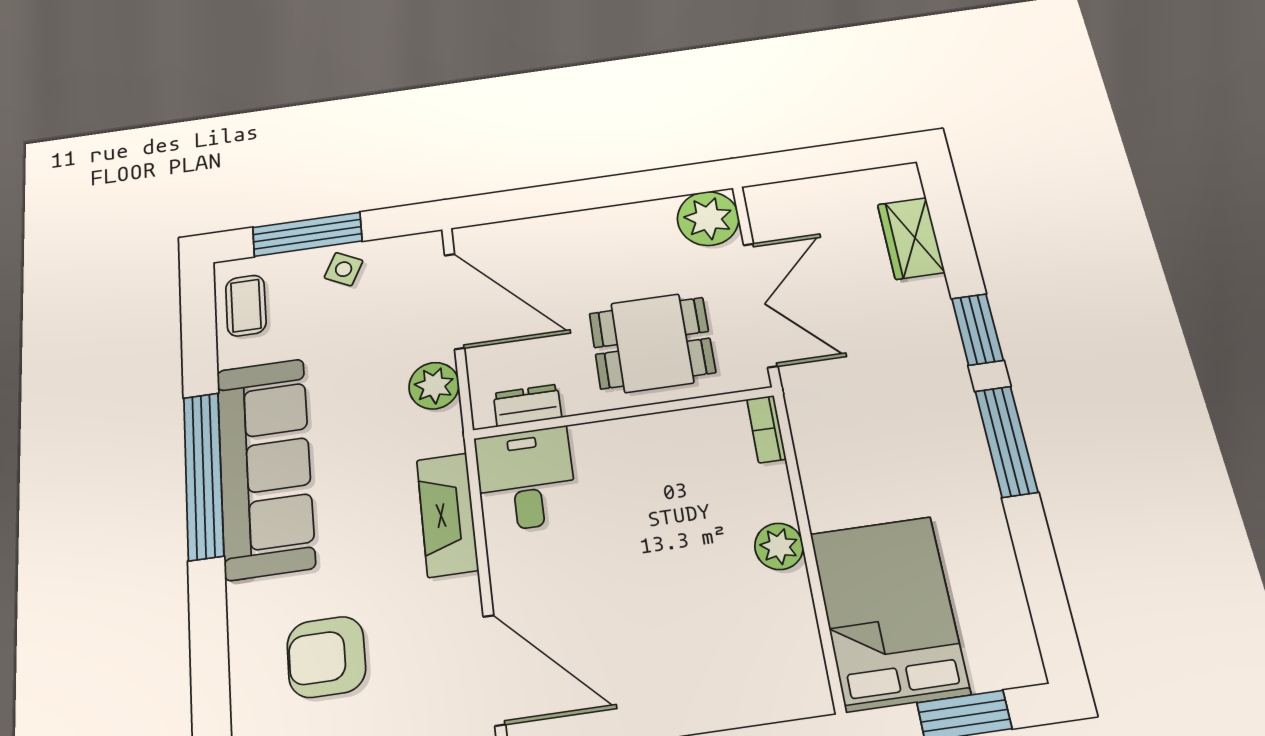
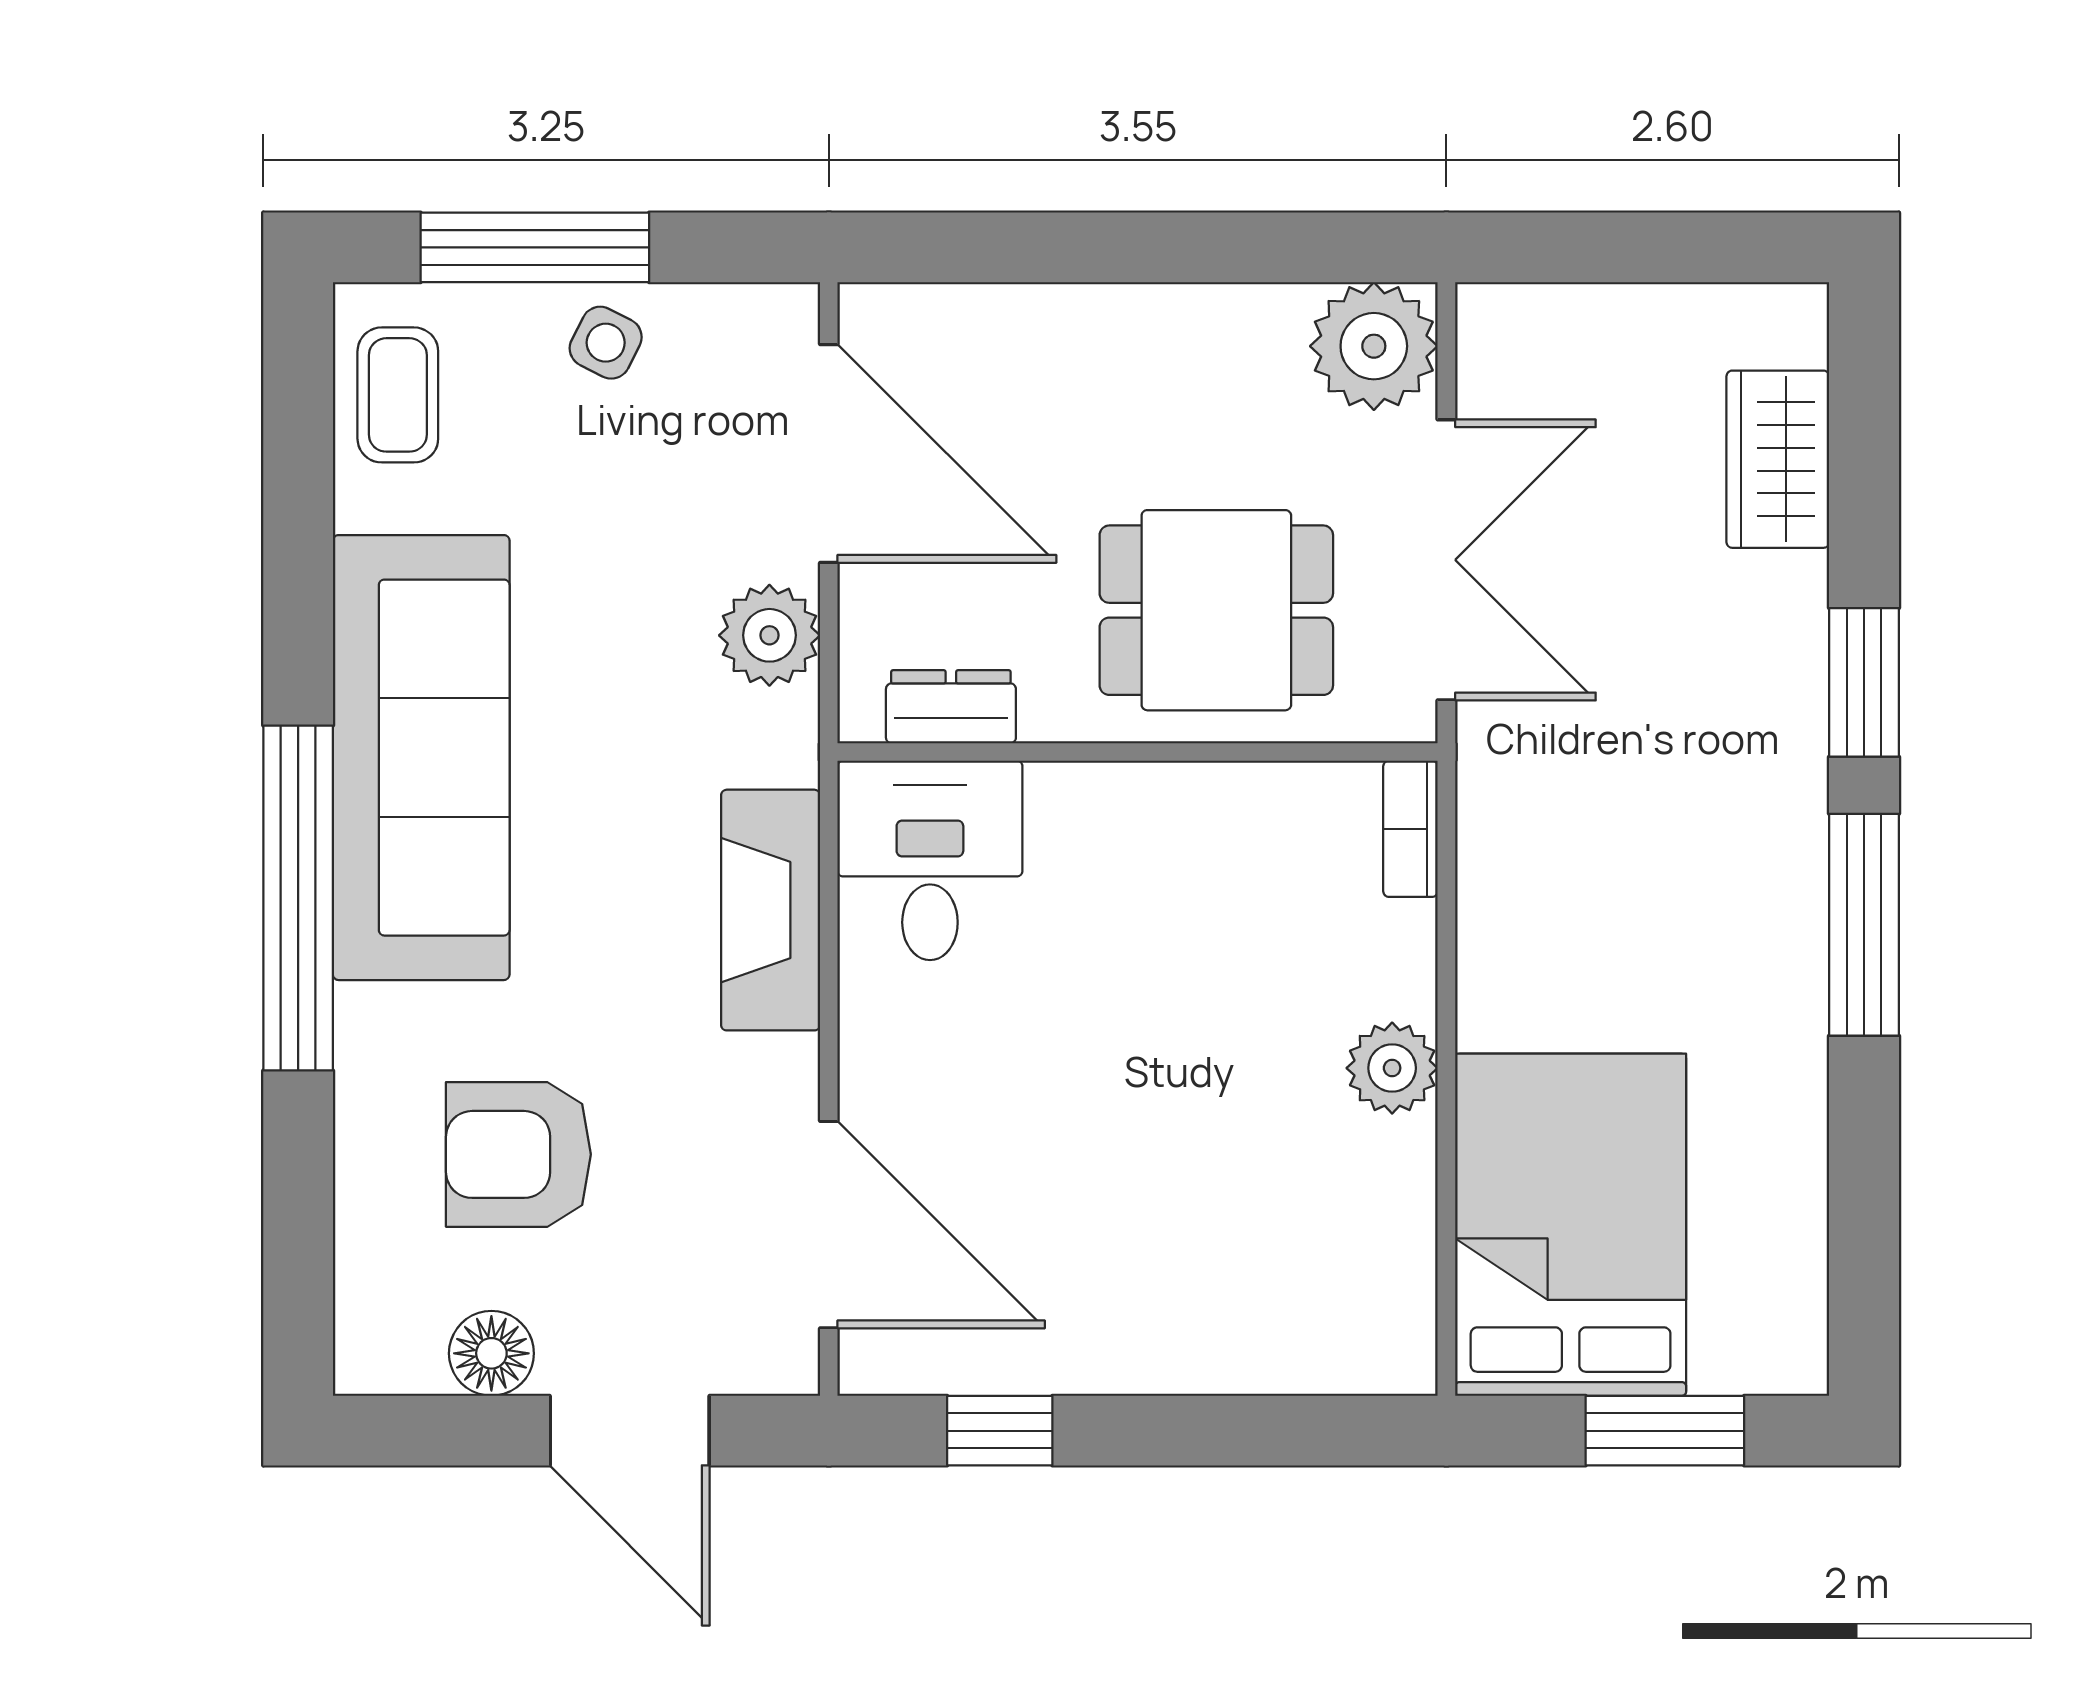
window: (203, 475) -> (298, 898), moved

